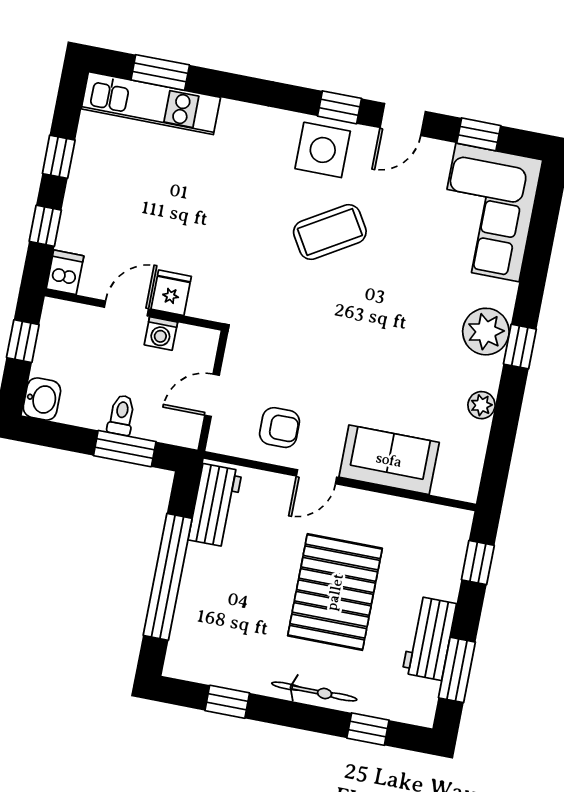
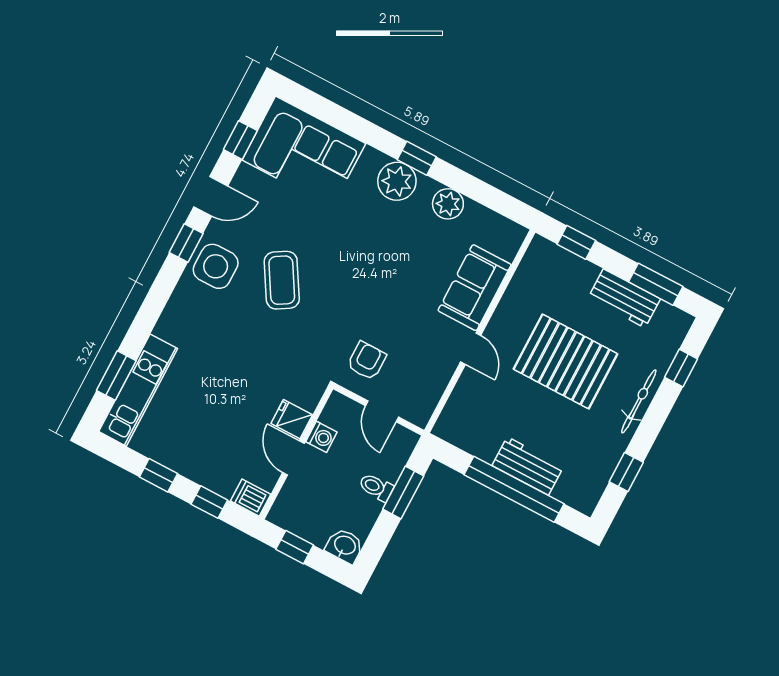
door: (403, 120) -> (211, 196), hinge flipped
plant: (481, 405) -> (448, 204), width x1.38, depth x1.38
armchair: (280, 428) -> (367, 361), moved
workbench: (215, 505) -> (528, 466), moved

